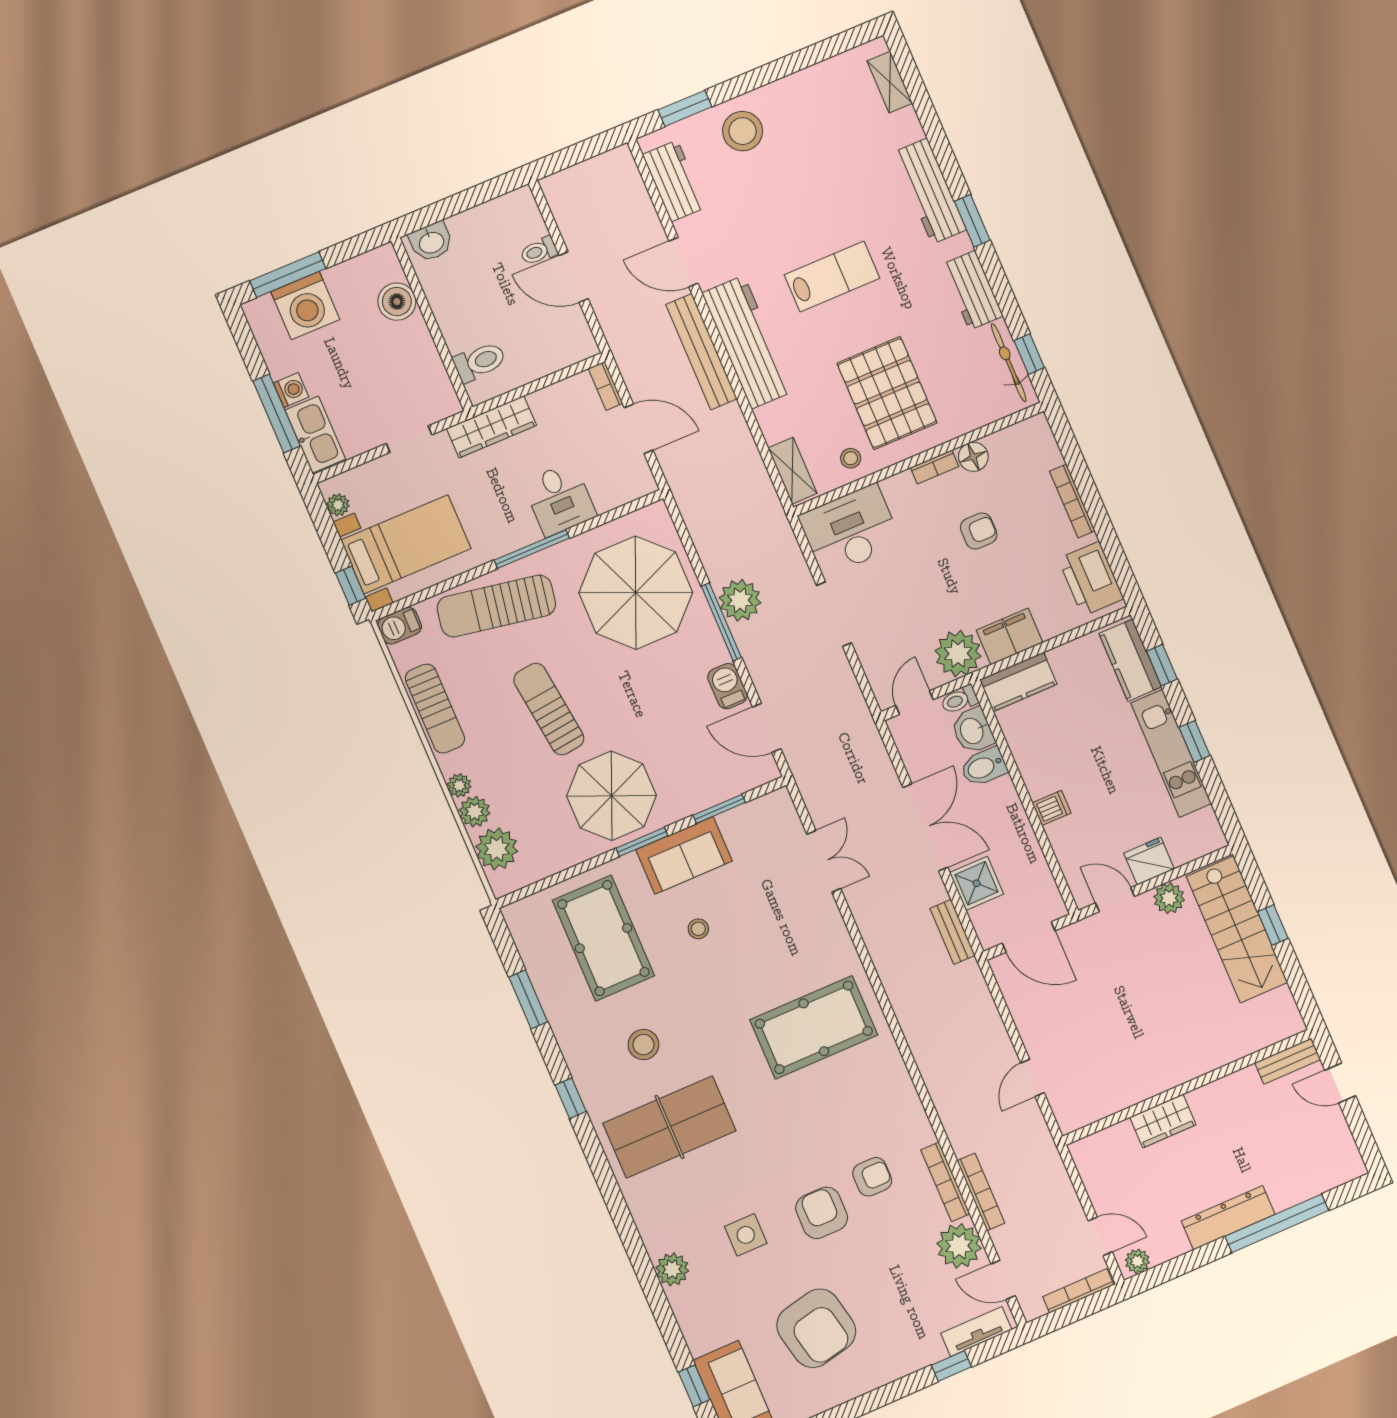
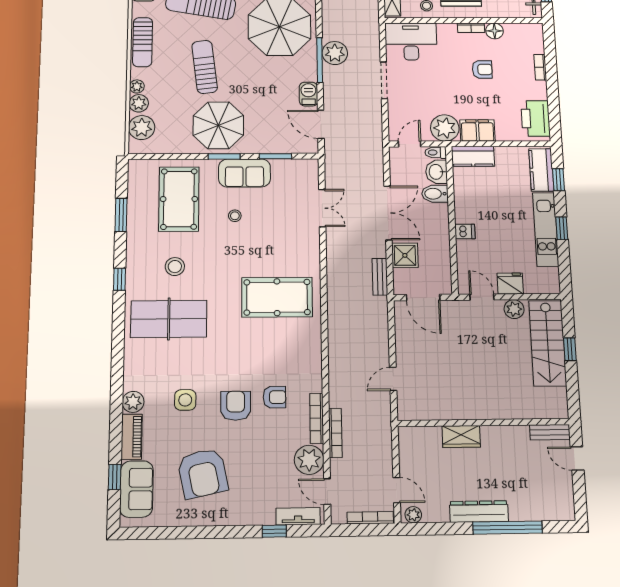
bookcase: (1072, 501) -> (540, 67), width x0.64
piano: (693, 1319) -> (132, 437), added

